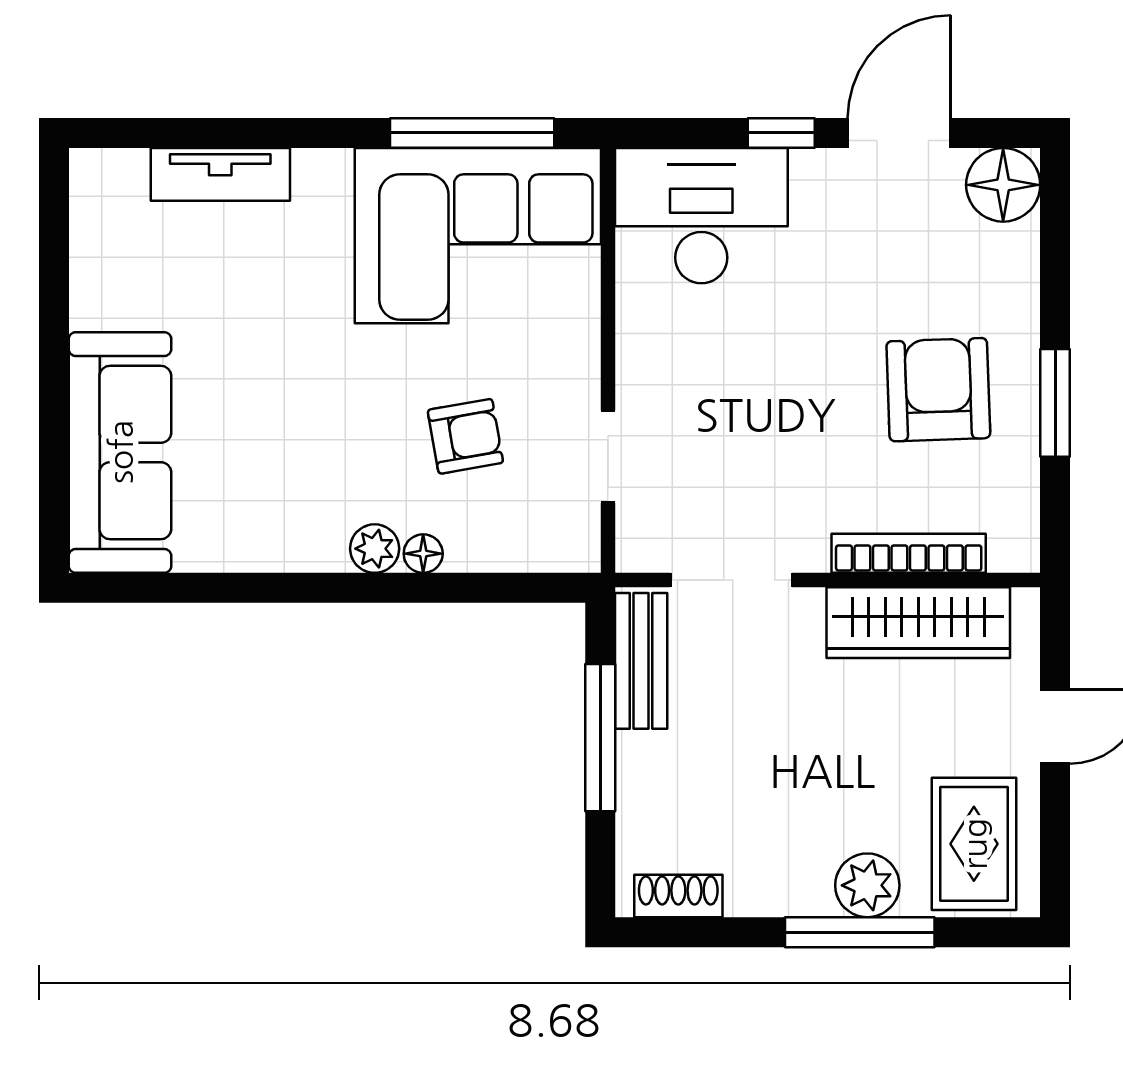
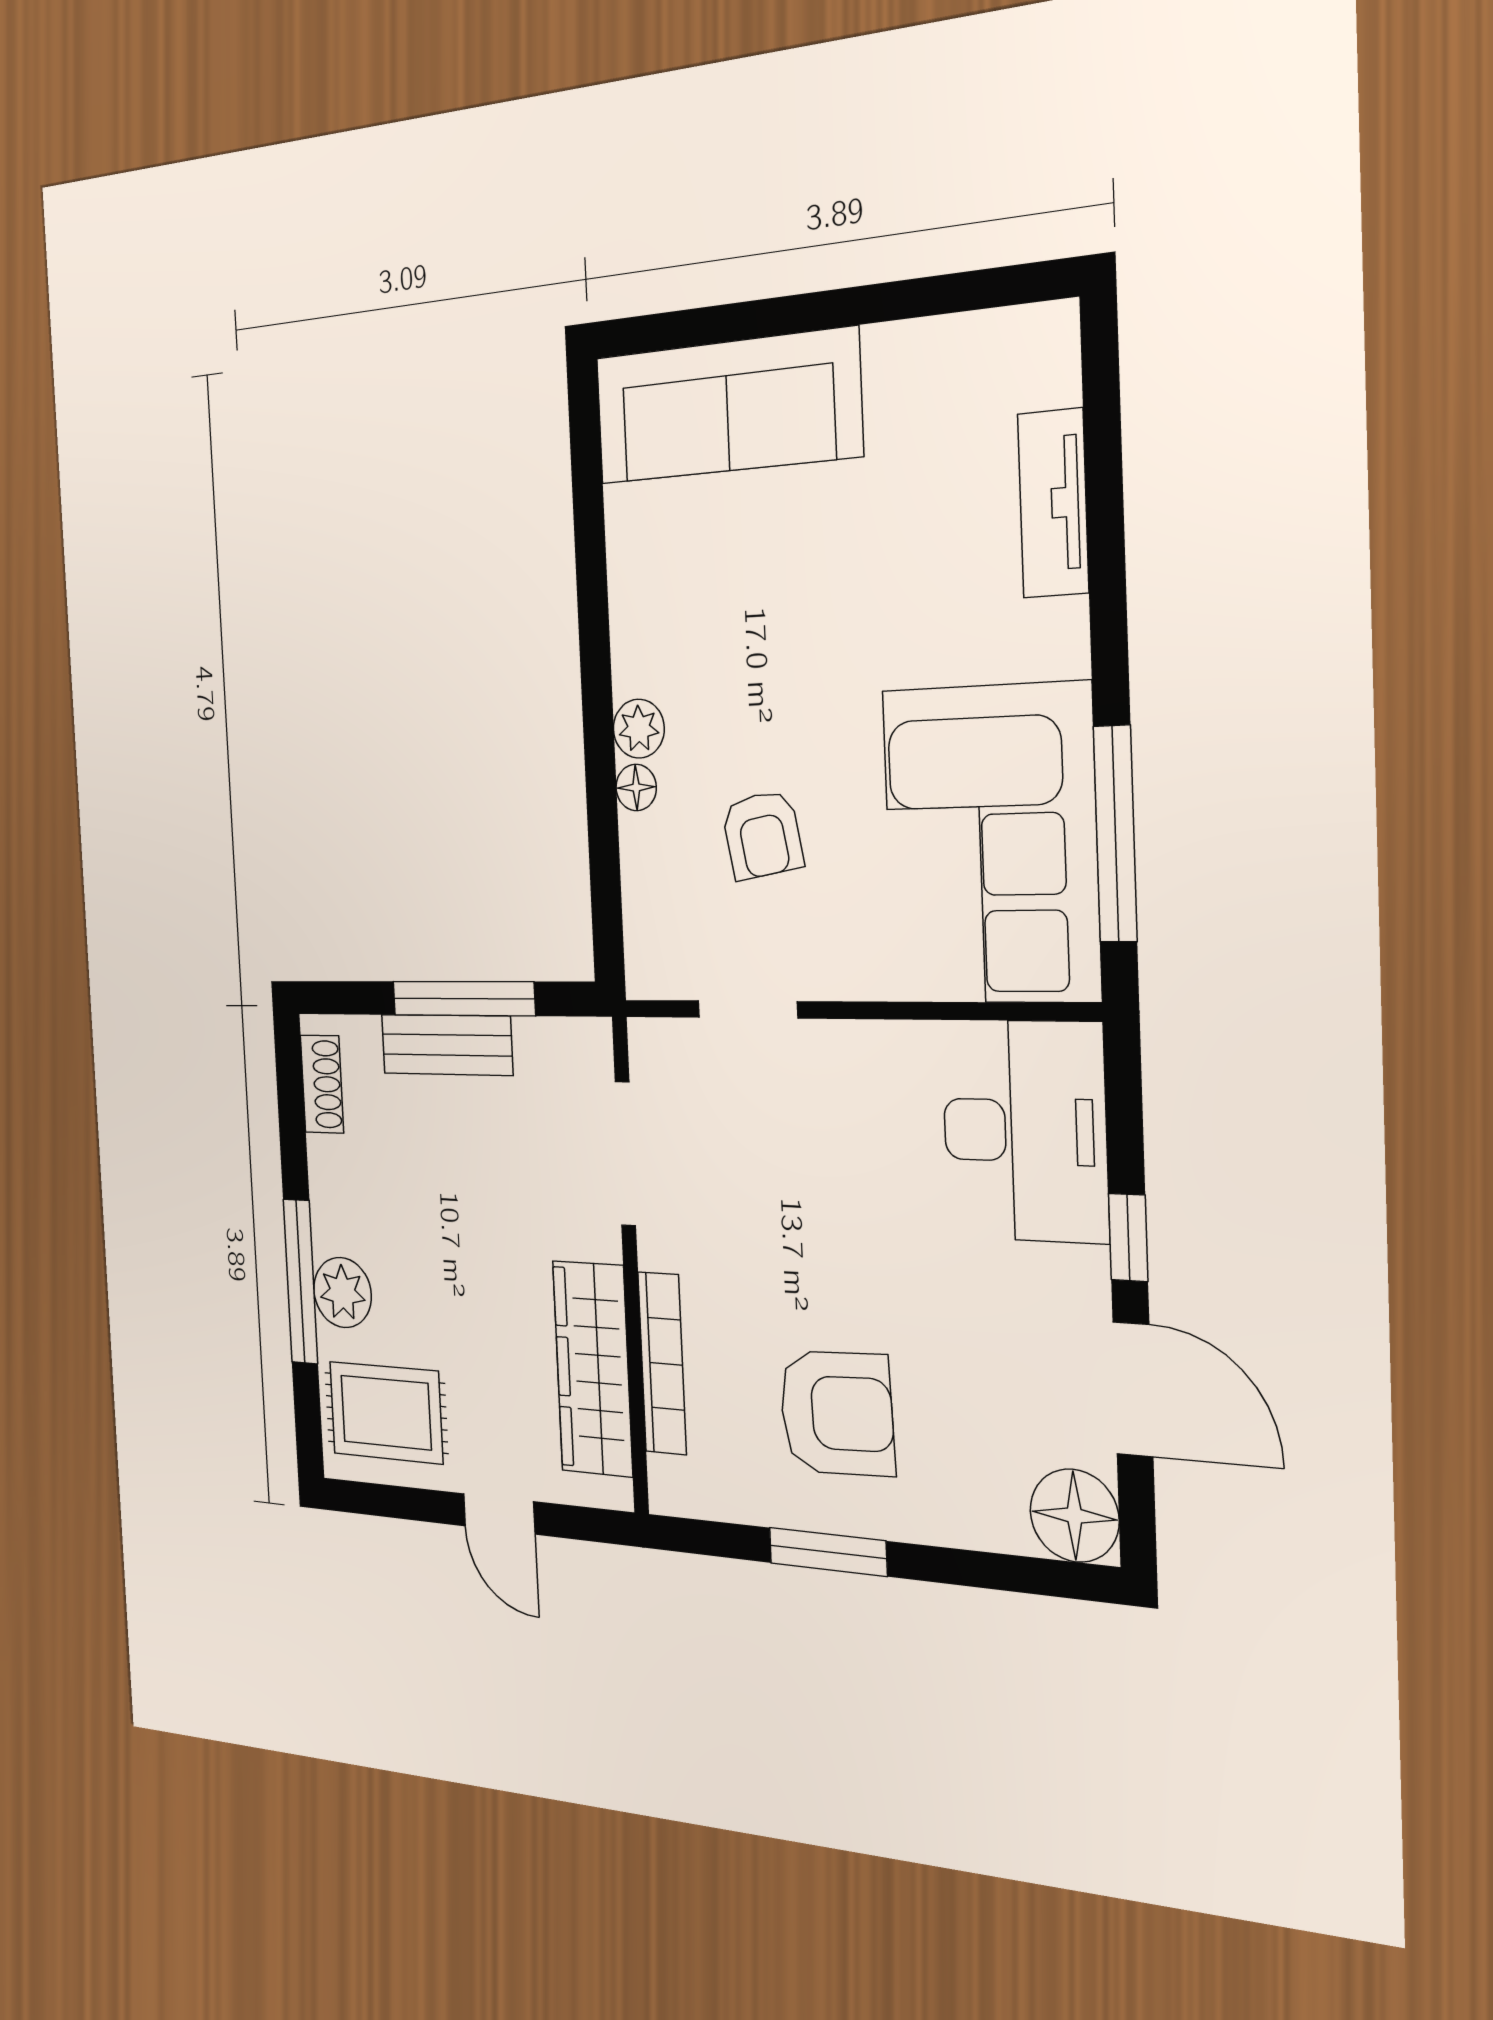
bench: (641, 661) -> (447, 1045), moved

